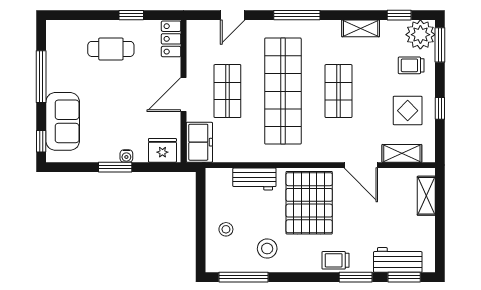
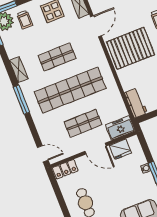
window: (131, 15) -> (60, 199), removed
door: (233, 15) -> (43, 154), moved
shelving: (361, 28) -> (19, 70), moved
fridge: (162, 150) -> (120, 149), moved, turned -90
workbench: (254, 179) -> (136, 103), moved

